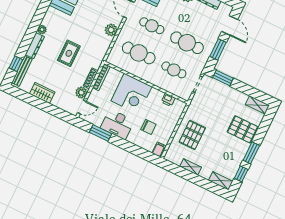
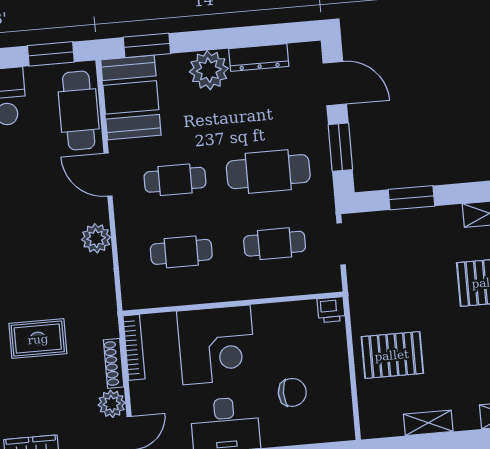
rug: (69, 53) -> (38, 339), turned 90
cafe table: (139, 53) -> (181, 252), width x0.73, depth x0.74
window: (223, 78) -> (411, 198), moved
printer: (168, 100) -> (331, 310), moved
pallet: (192, 135) -> (392, 355), turned 90
filing cabinet: (159, 149) -> (341, 426), removed

